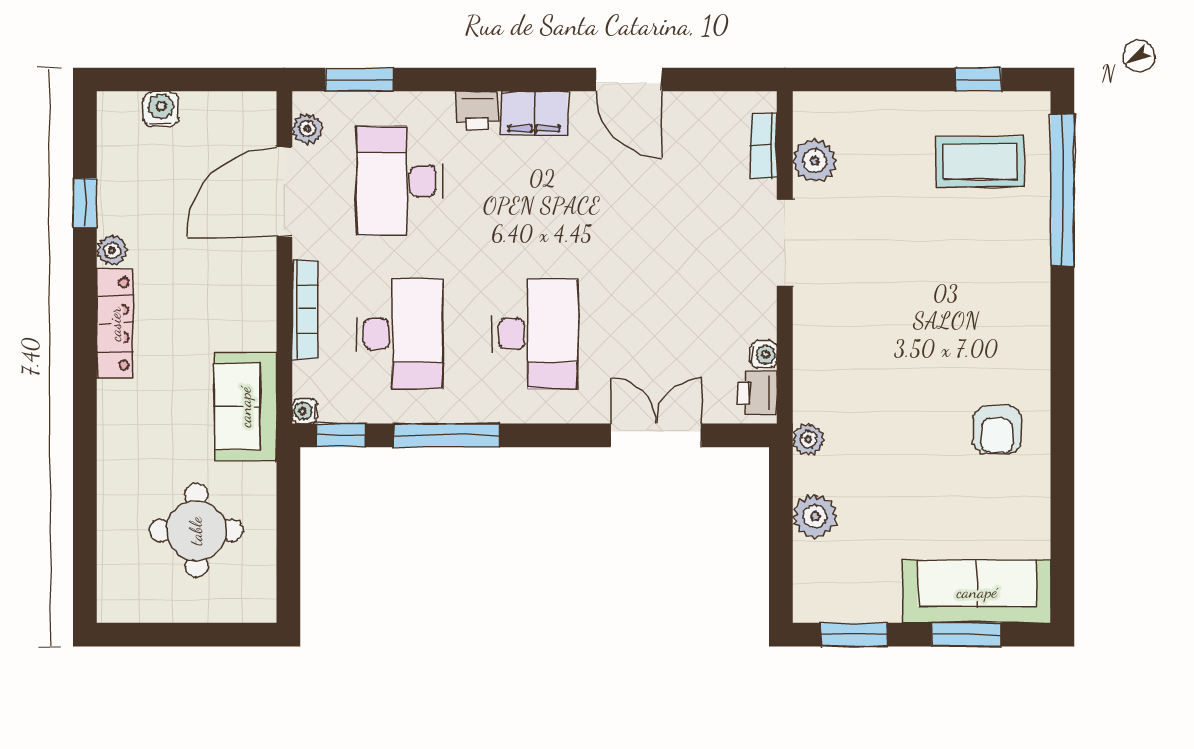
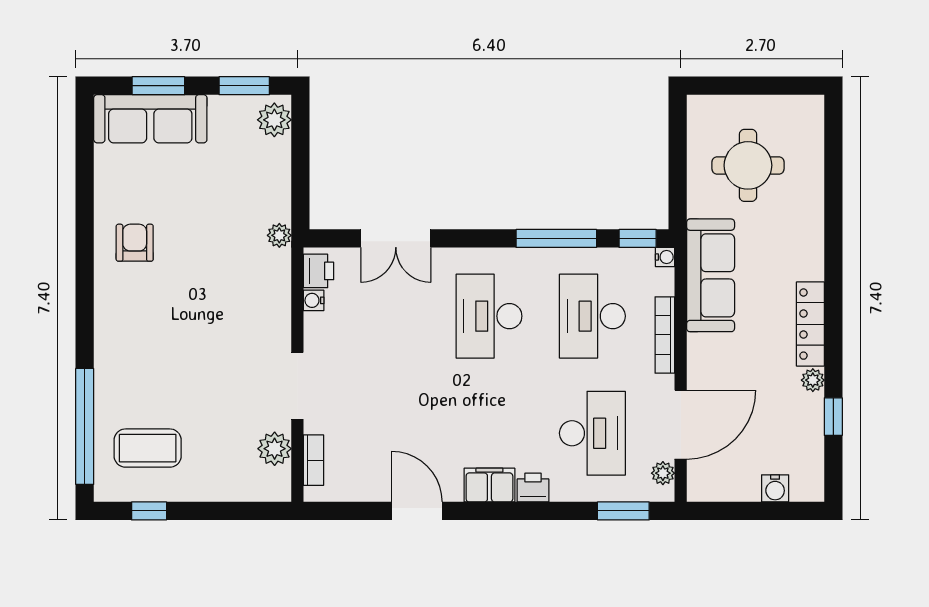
sofa: (245, 407) -> (711, 275), width x1.36
plant: (815, 516) -> (274, 120), moved

